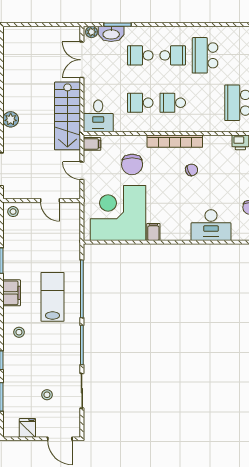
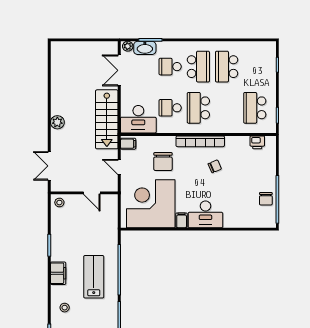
school desk: (173, 55) -> (198, 67), width x1.85
school desk: (173, 103) -> (198, 108), width x1.85
desk: (98, 116) -> (138, 119), width x1.37
desk: (211, 225) -> (205, 214), moved

